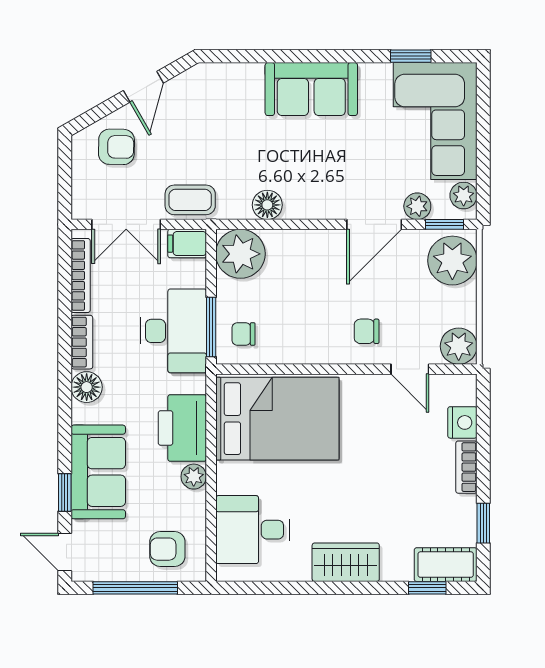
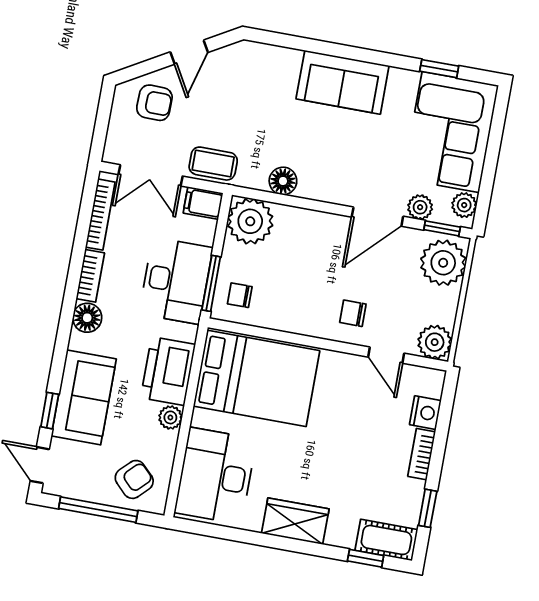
desk: (253, 530) -> (215, 476), width x1.37
armchair: (167, 549) -> (134, 479), turned 135

